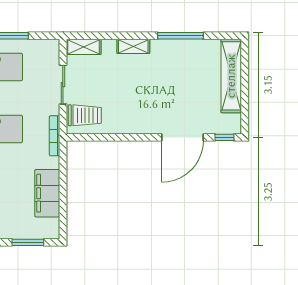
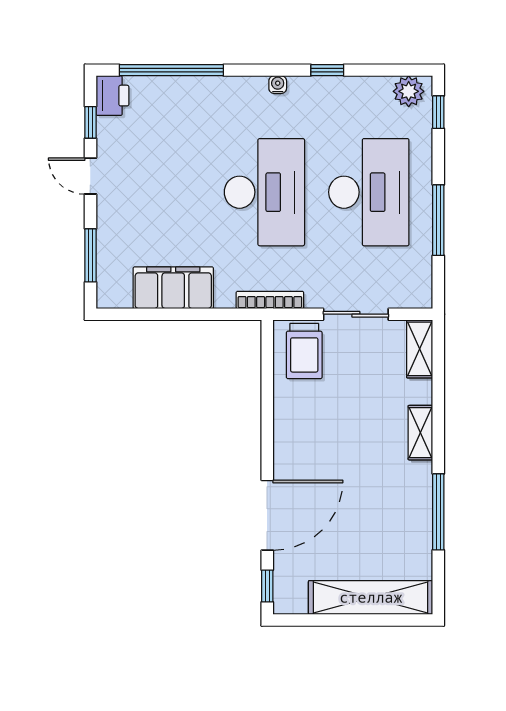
door: (182, 137) -> (267, 515), swing flipped

